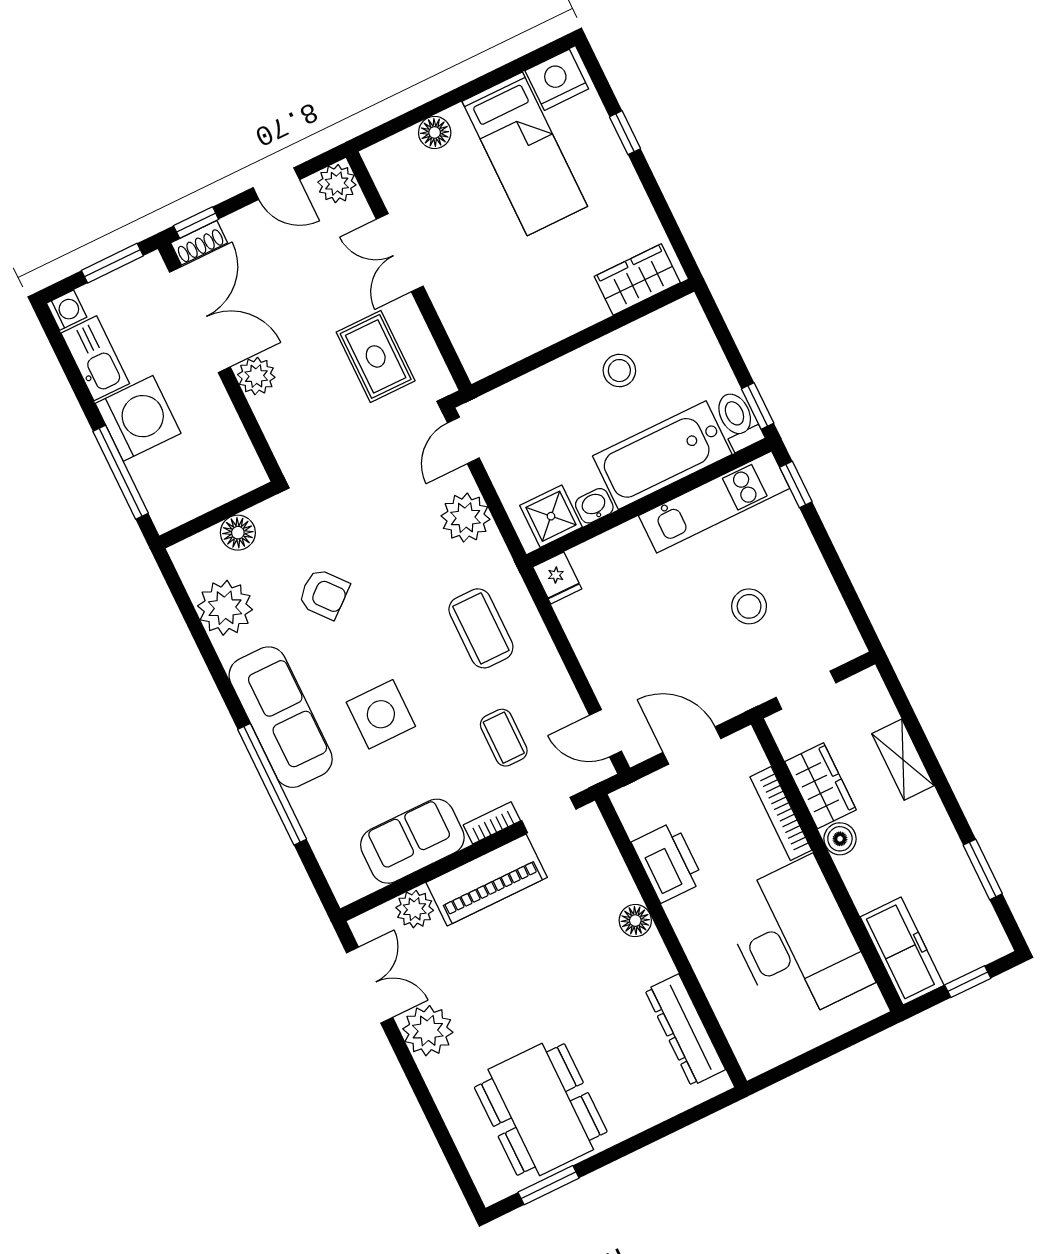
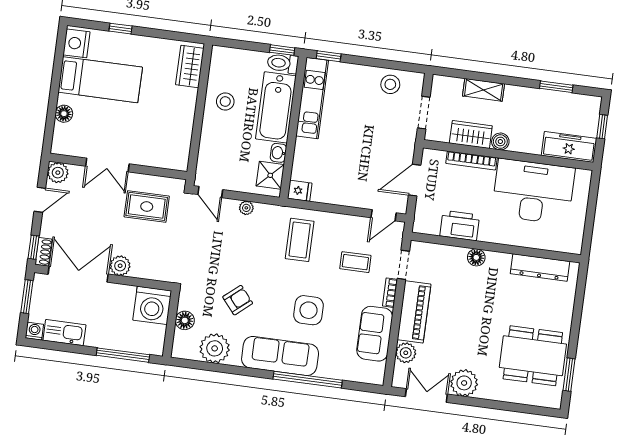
washing machine: (138, 418) -> (152, 305), moved, turned 180
plant: (466, 518) -> (246, 208), width x0.53, depth x0.53
stool: (749, 606) -> (390, 84), moved
coffee table: (481, 628) -> (300, 240), turned 90

